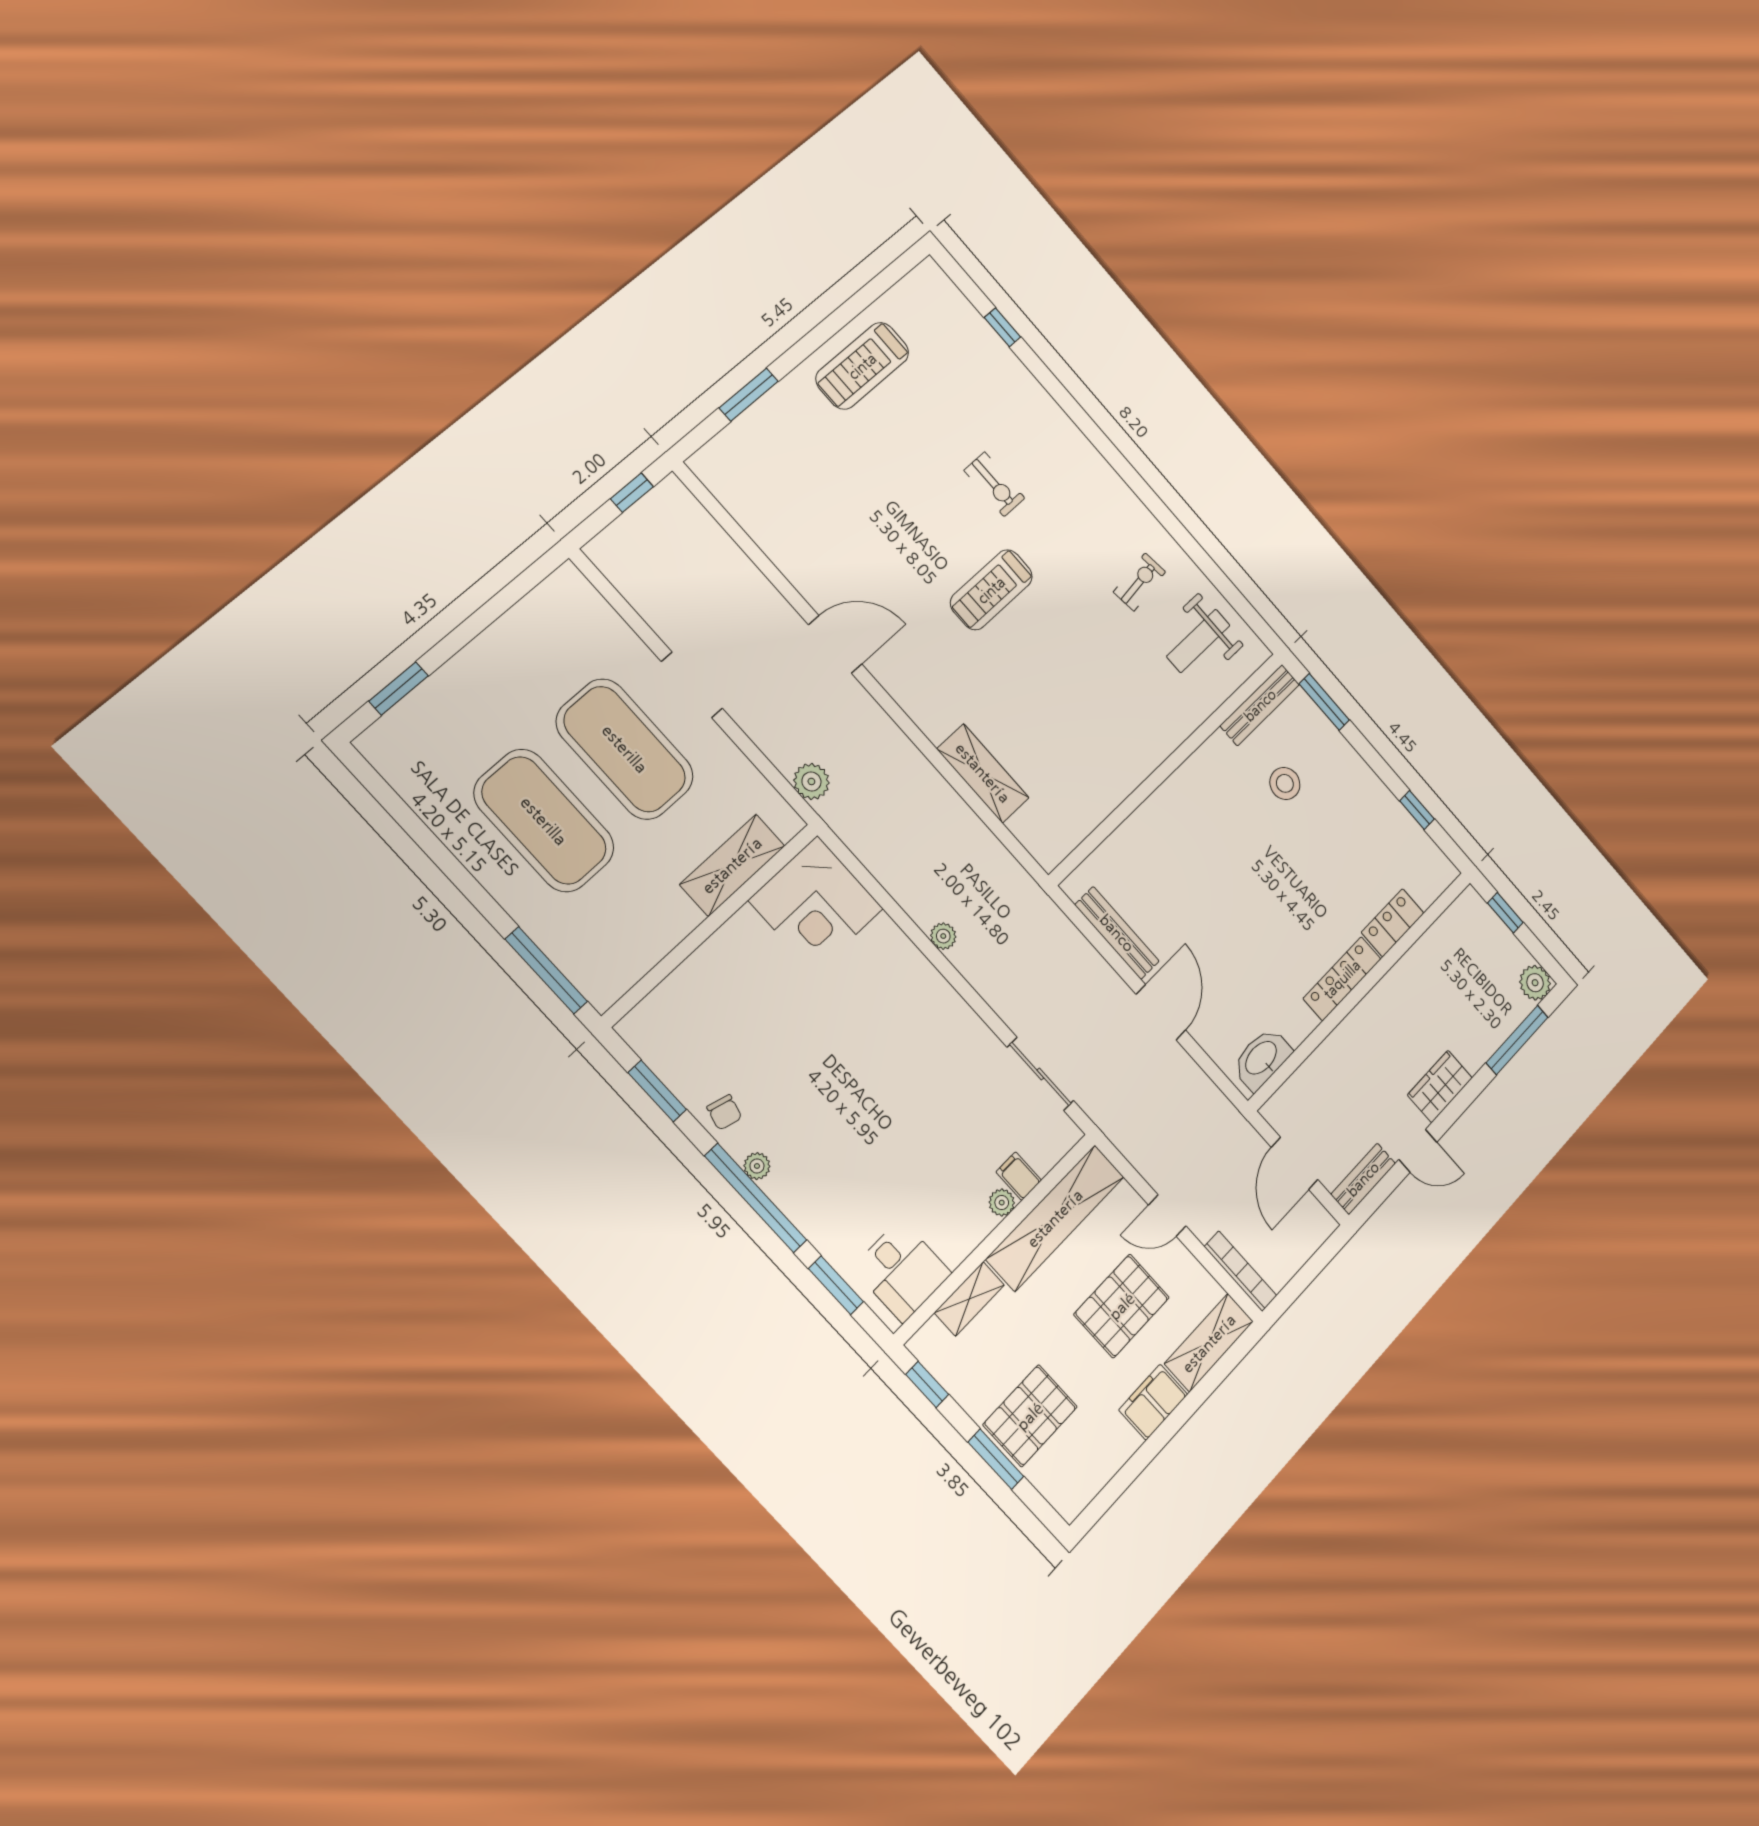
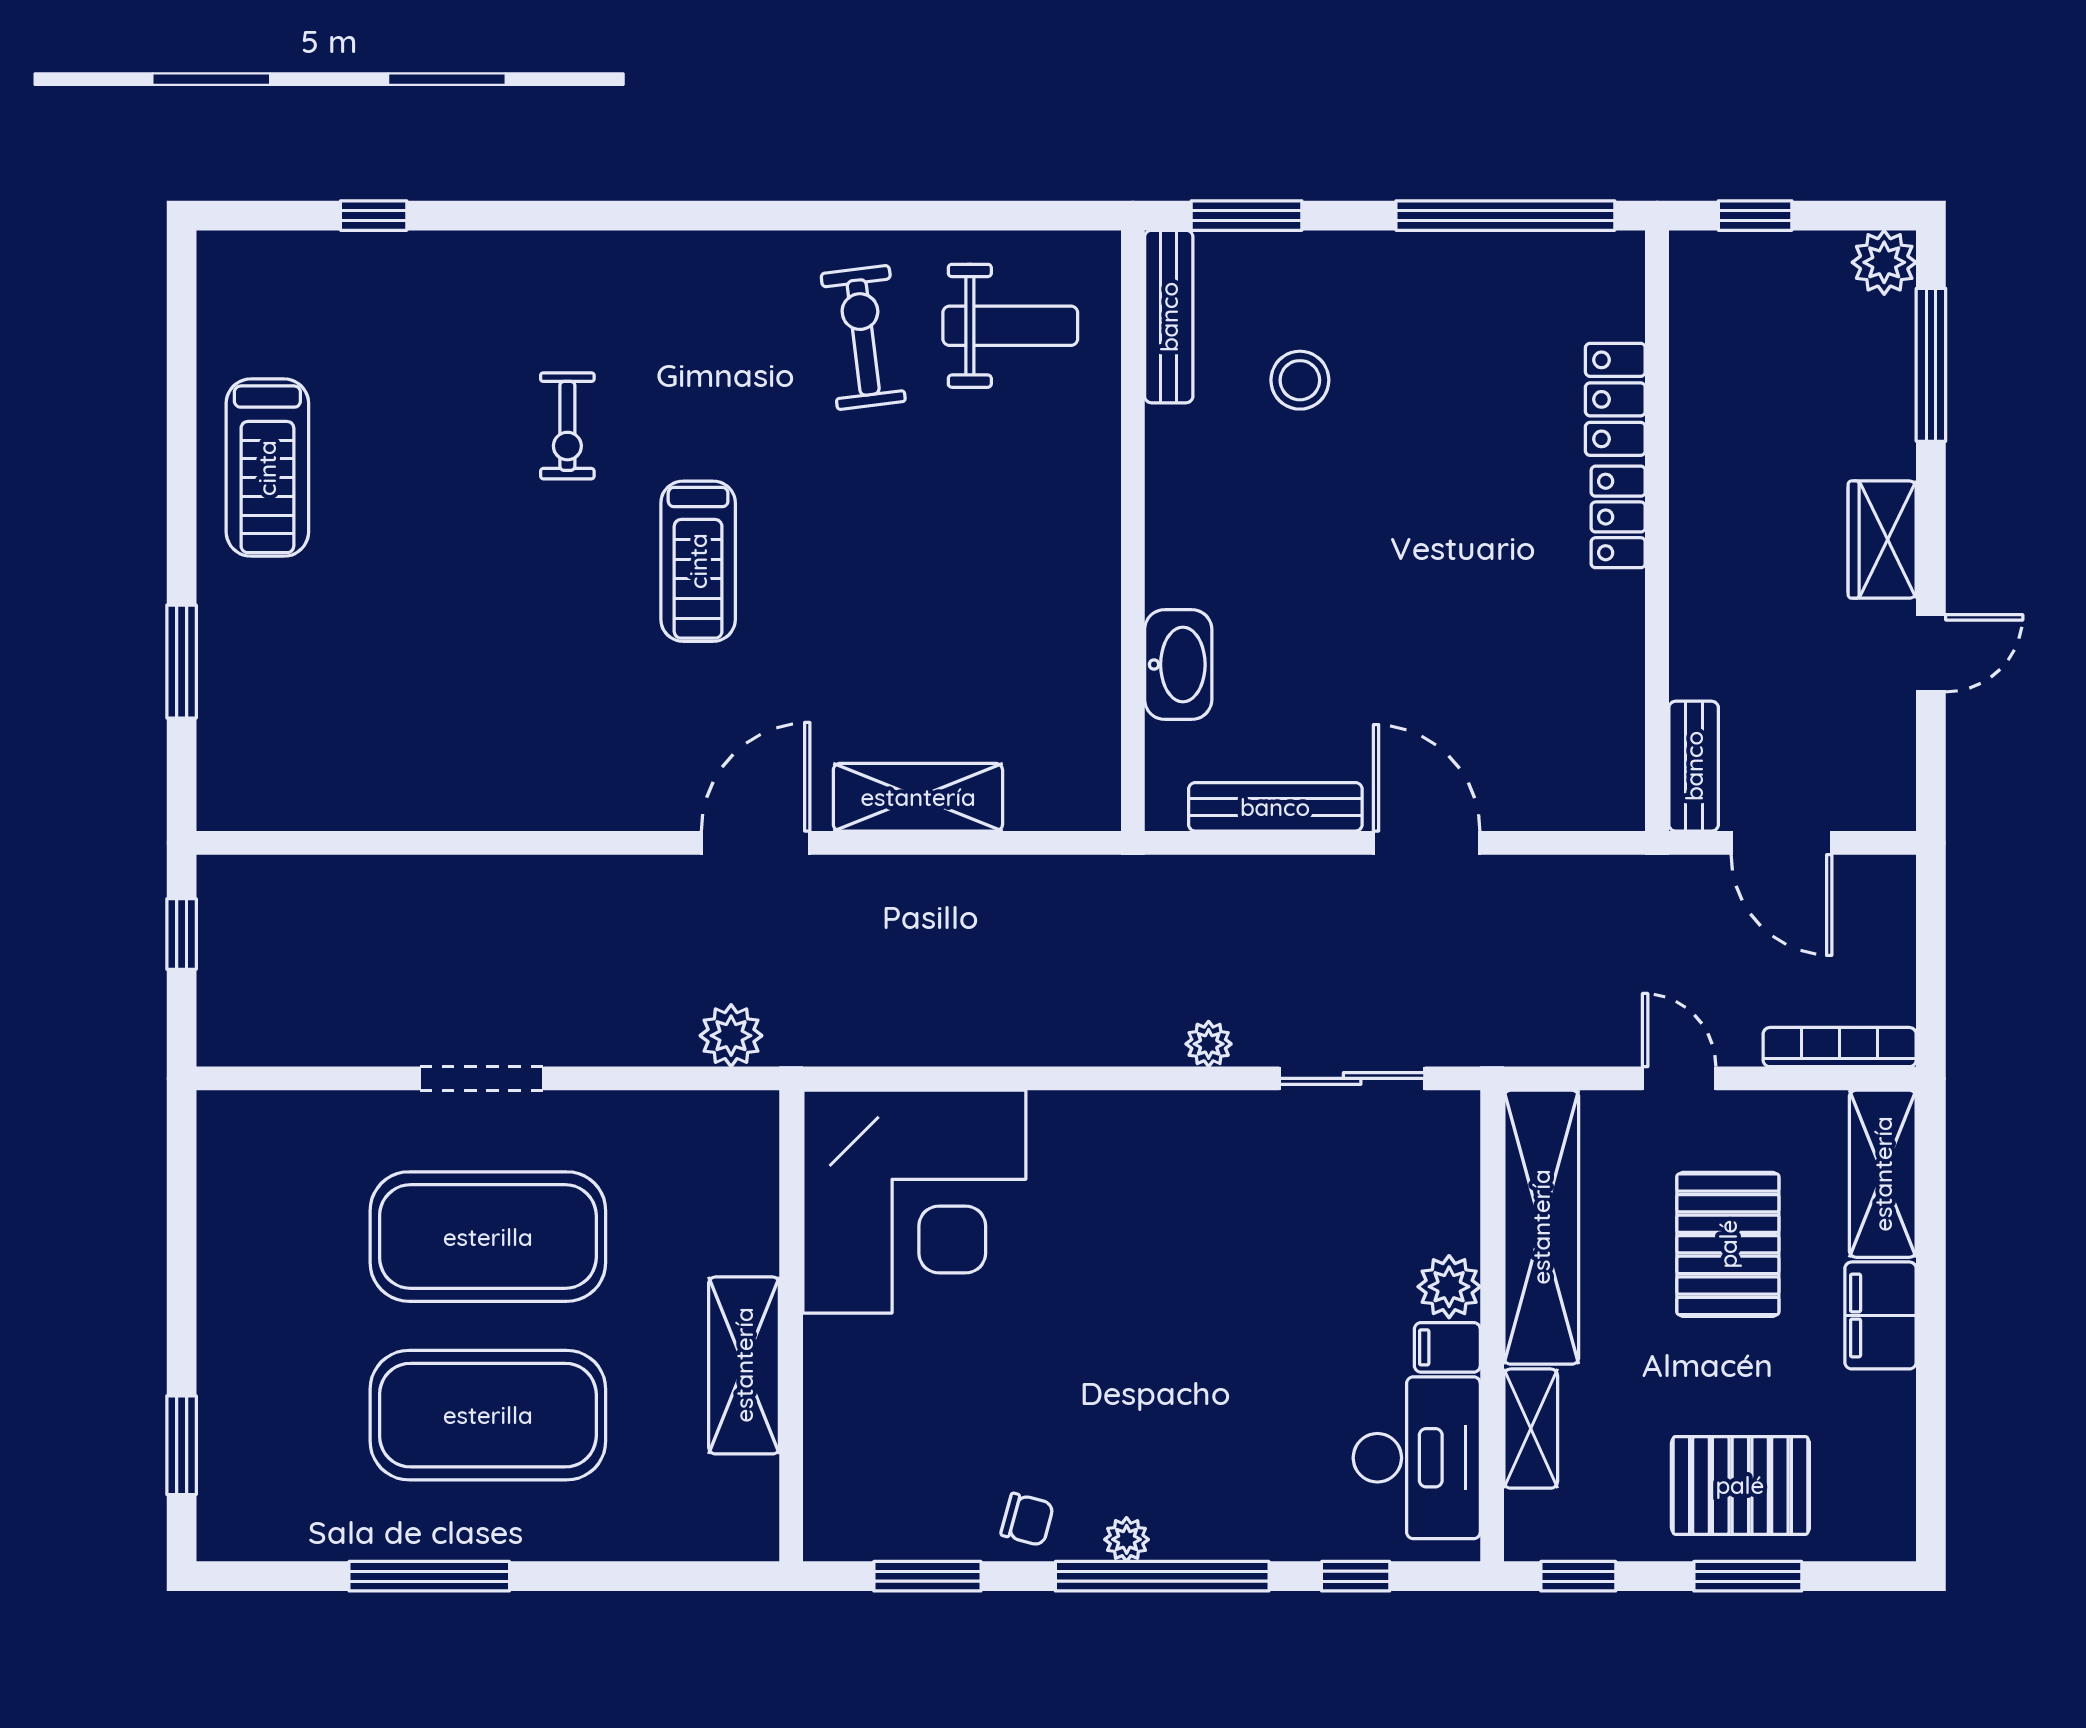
exercise bike: (994, 484) -> (567, 426), turned 90
exercise bike: (1140, 582) -> (863, 337), width x1.38, depth x1.39
weight bench: (1198, 641) -> (1010, 326), turned -90
door: (835, 644) -> (756, 843), moved
window: (1417, 810) -> (1505, 216), width x3.17
shelving: (732, 865) -> (744, 1365), moved
corner desk: (816, 905) -> (914, 1202), width x1.36, depth x1.36
plant: (943, 936) -> (1209, 1044), moved
window: (546, 970) -> (429, 1576), moved
locker: (1342, 979) -> (1618, 517), width x0.66
washbasin: (1262, 1059) -> (1178, 665), moved, turned 180
filing cabinet: (1019, 1176) -> (1447, 1347), moved
bench: (1363, 1179) -> (1694, 766), moved
plant: (1002, 1203) -> (1449, 1287), width x1.38, depth x1.38
door: (1167, 1216) -> (1679, 1078), swing flipped
desk: (902, 1271) -> (1417, 1458), width x1.37
window: (836, 1285) -> (1356, 1576), width x0.67
pallet: (1030, 1416) -> (1740, 1485), turned 90

